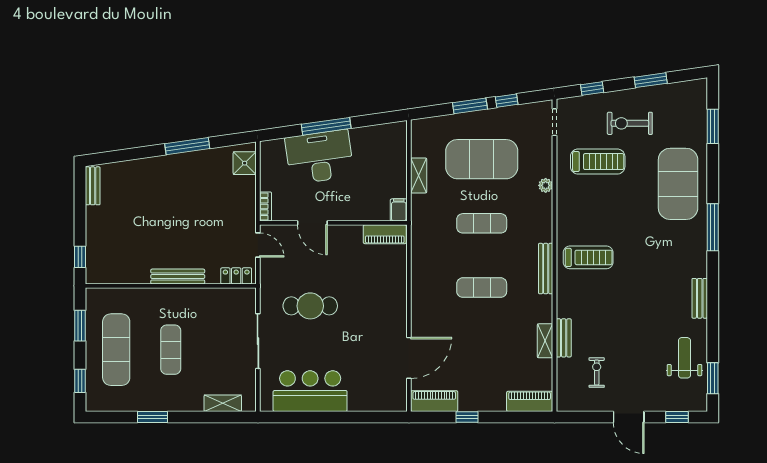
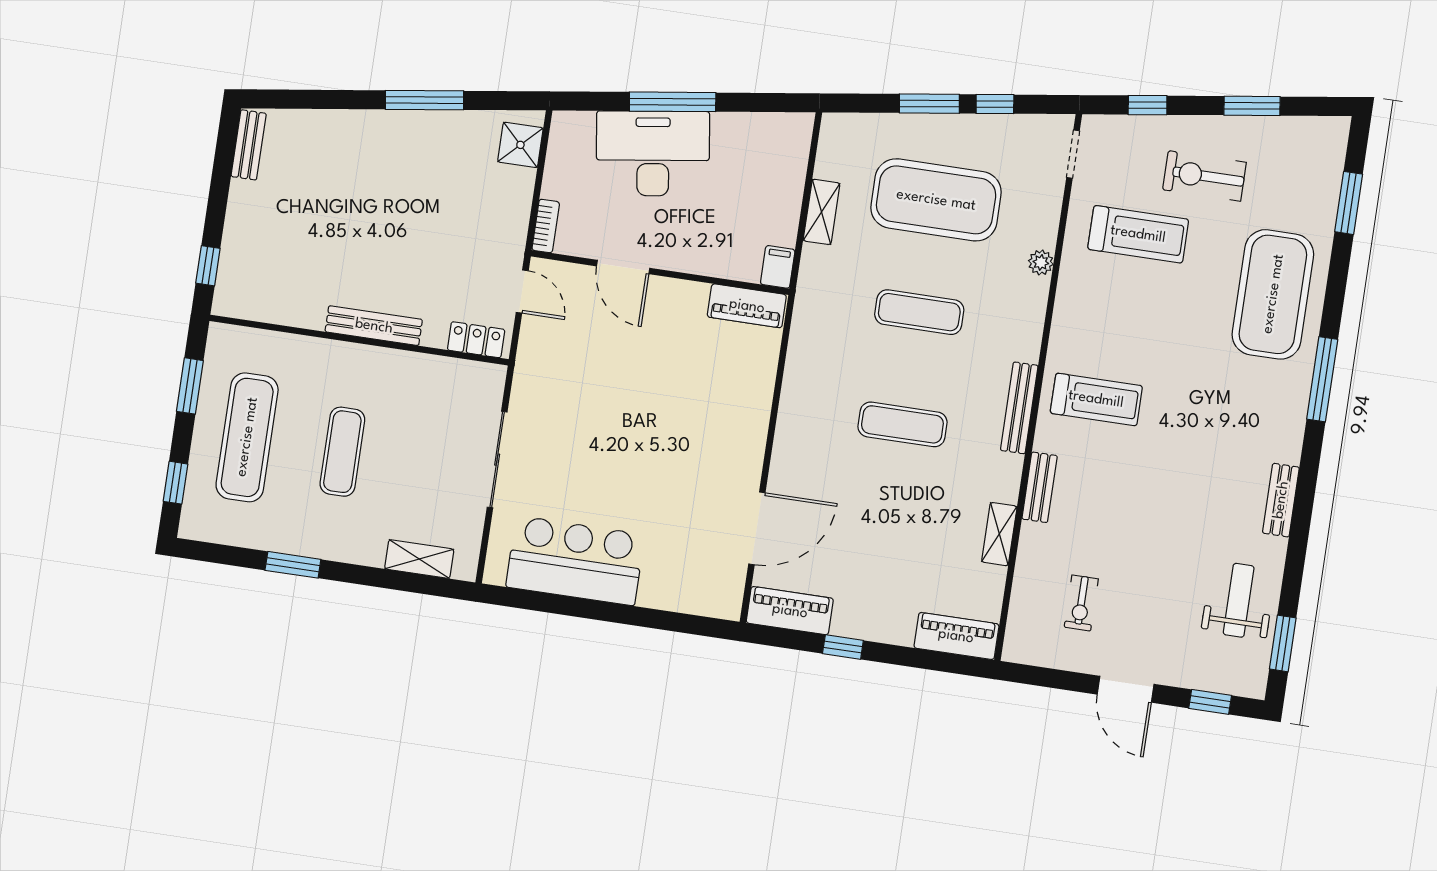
cafe table: (310, 306) -> (598, 412), removed
bench: (564, 338) -> (1040, 487), moved
exercise bike: (597, 372) -> (1081, 603), turned 180

